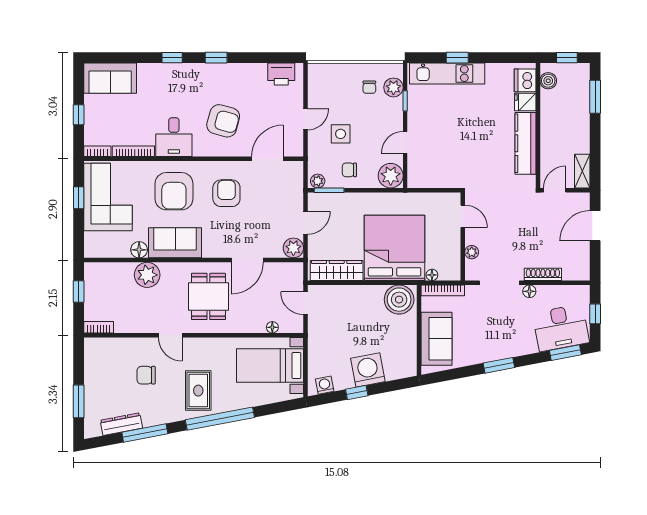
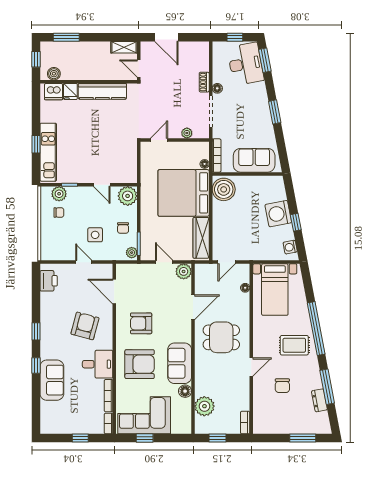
sofa: (110, 78) -> (52, 380), moved
door: (247, 260) -> (193, 307), hinge flipped
shoe rack: (543, 274) -> (204, 82), width x0.70
plant: (147, 275) -> (204, 406), moved
dresser: (121, 424) -> (319, 400), width x0.70

